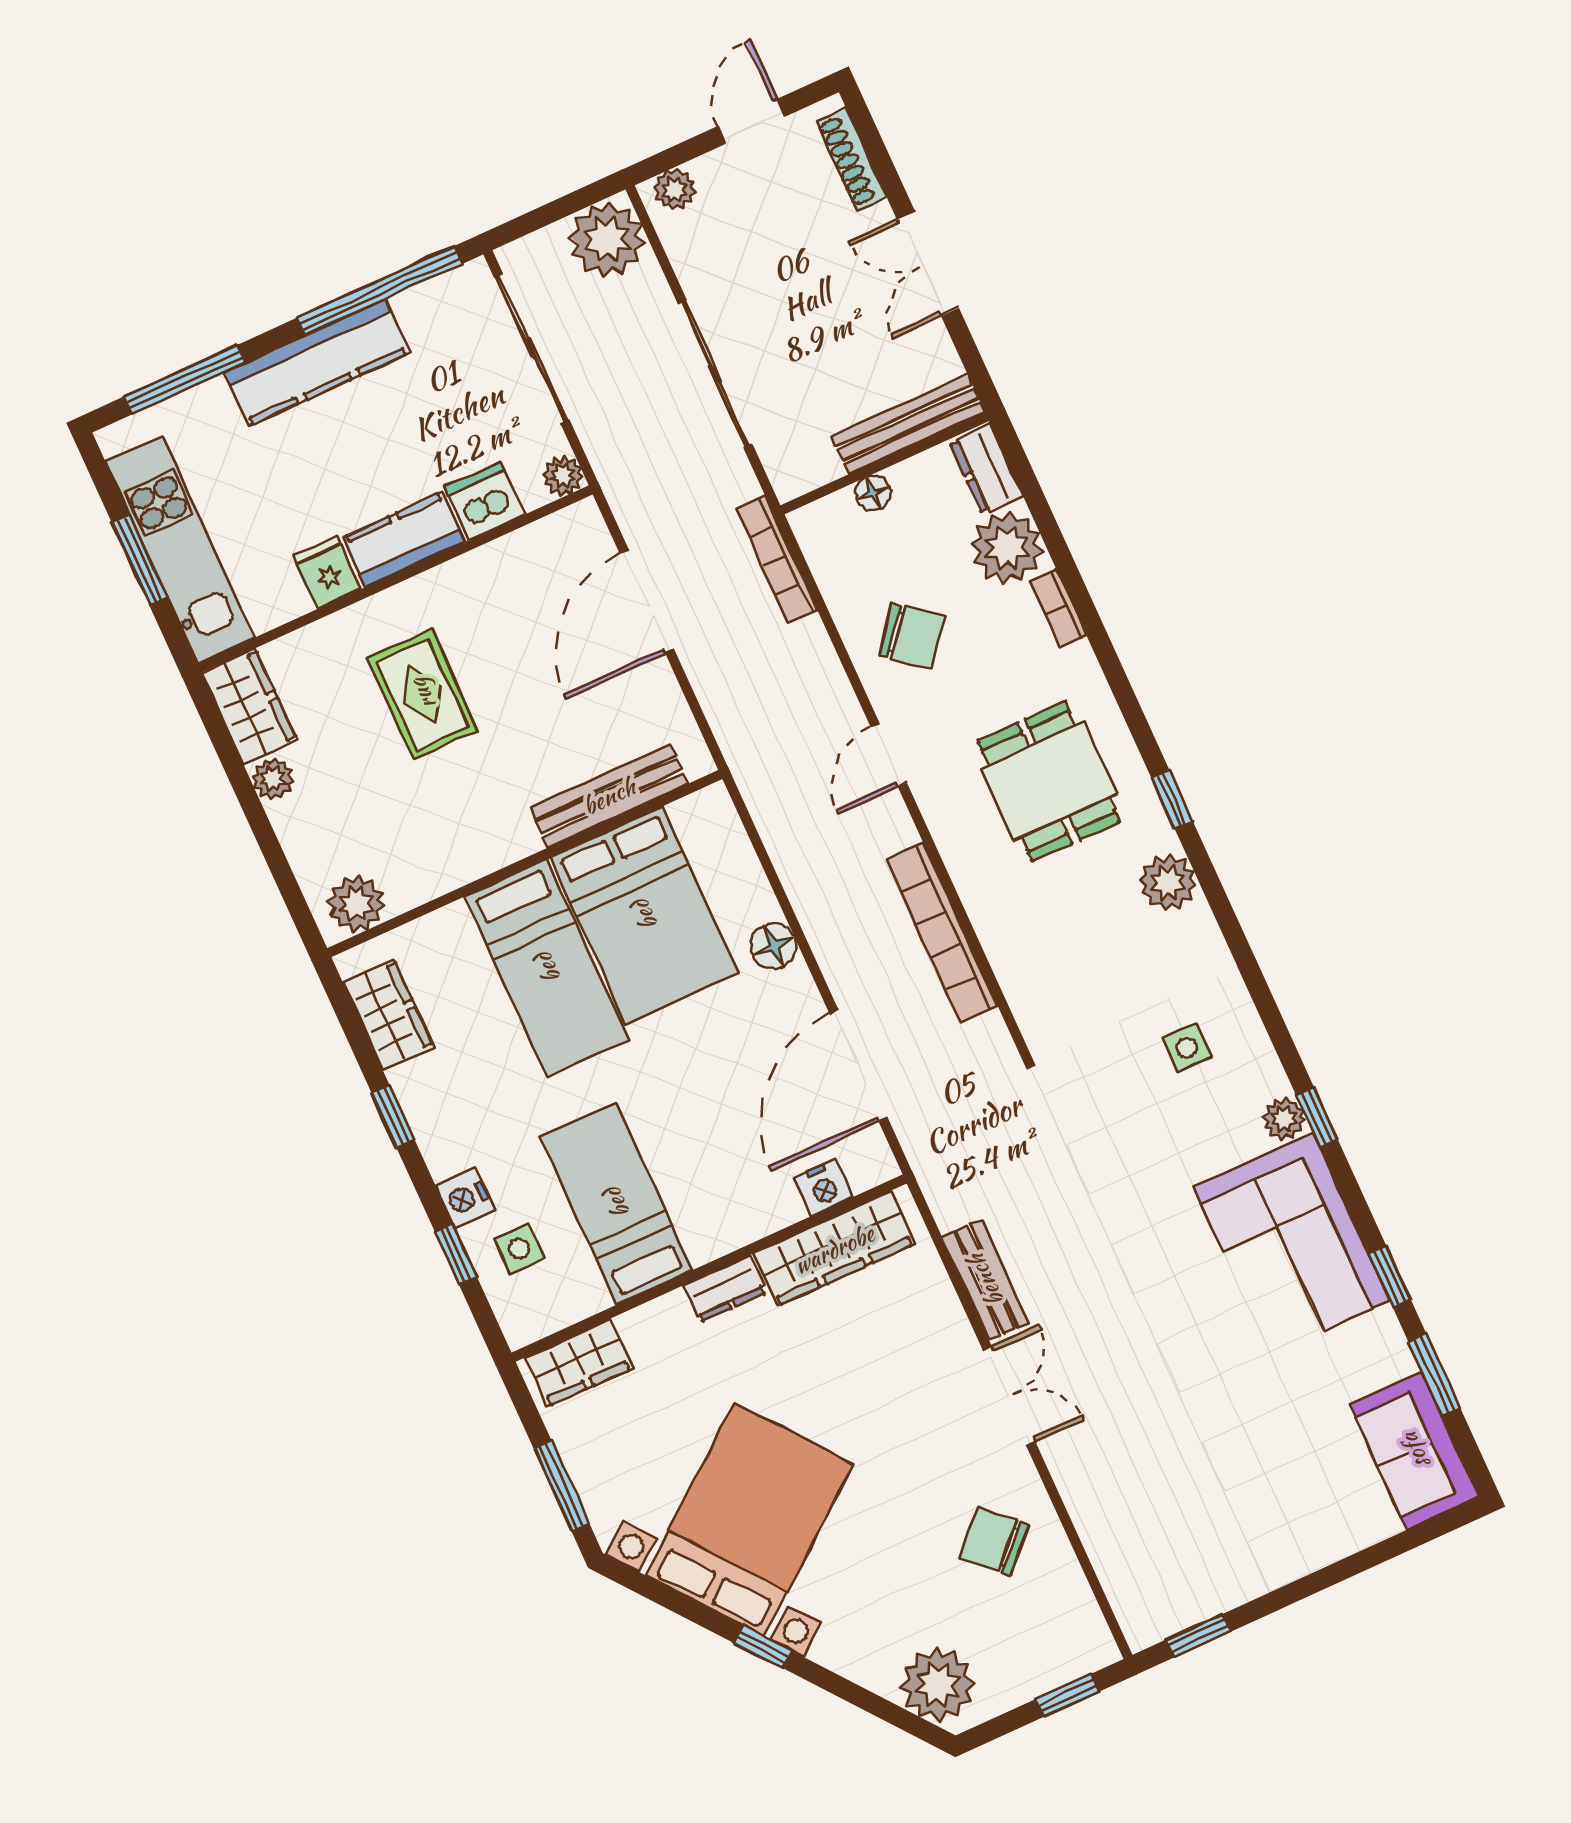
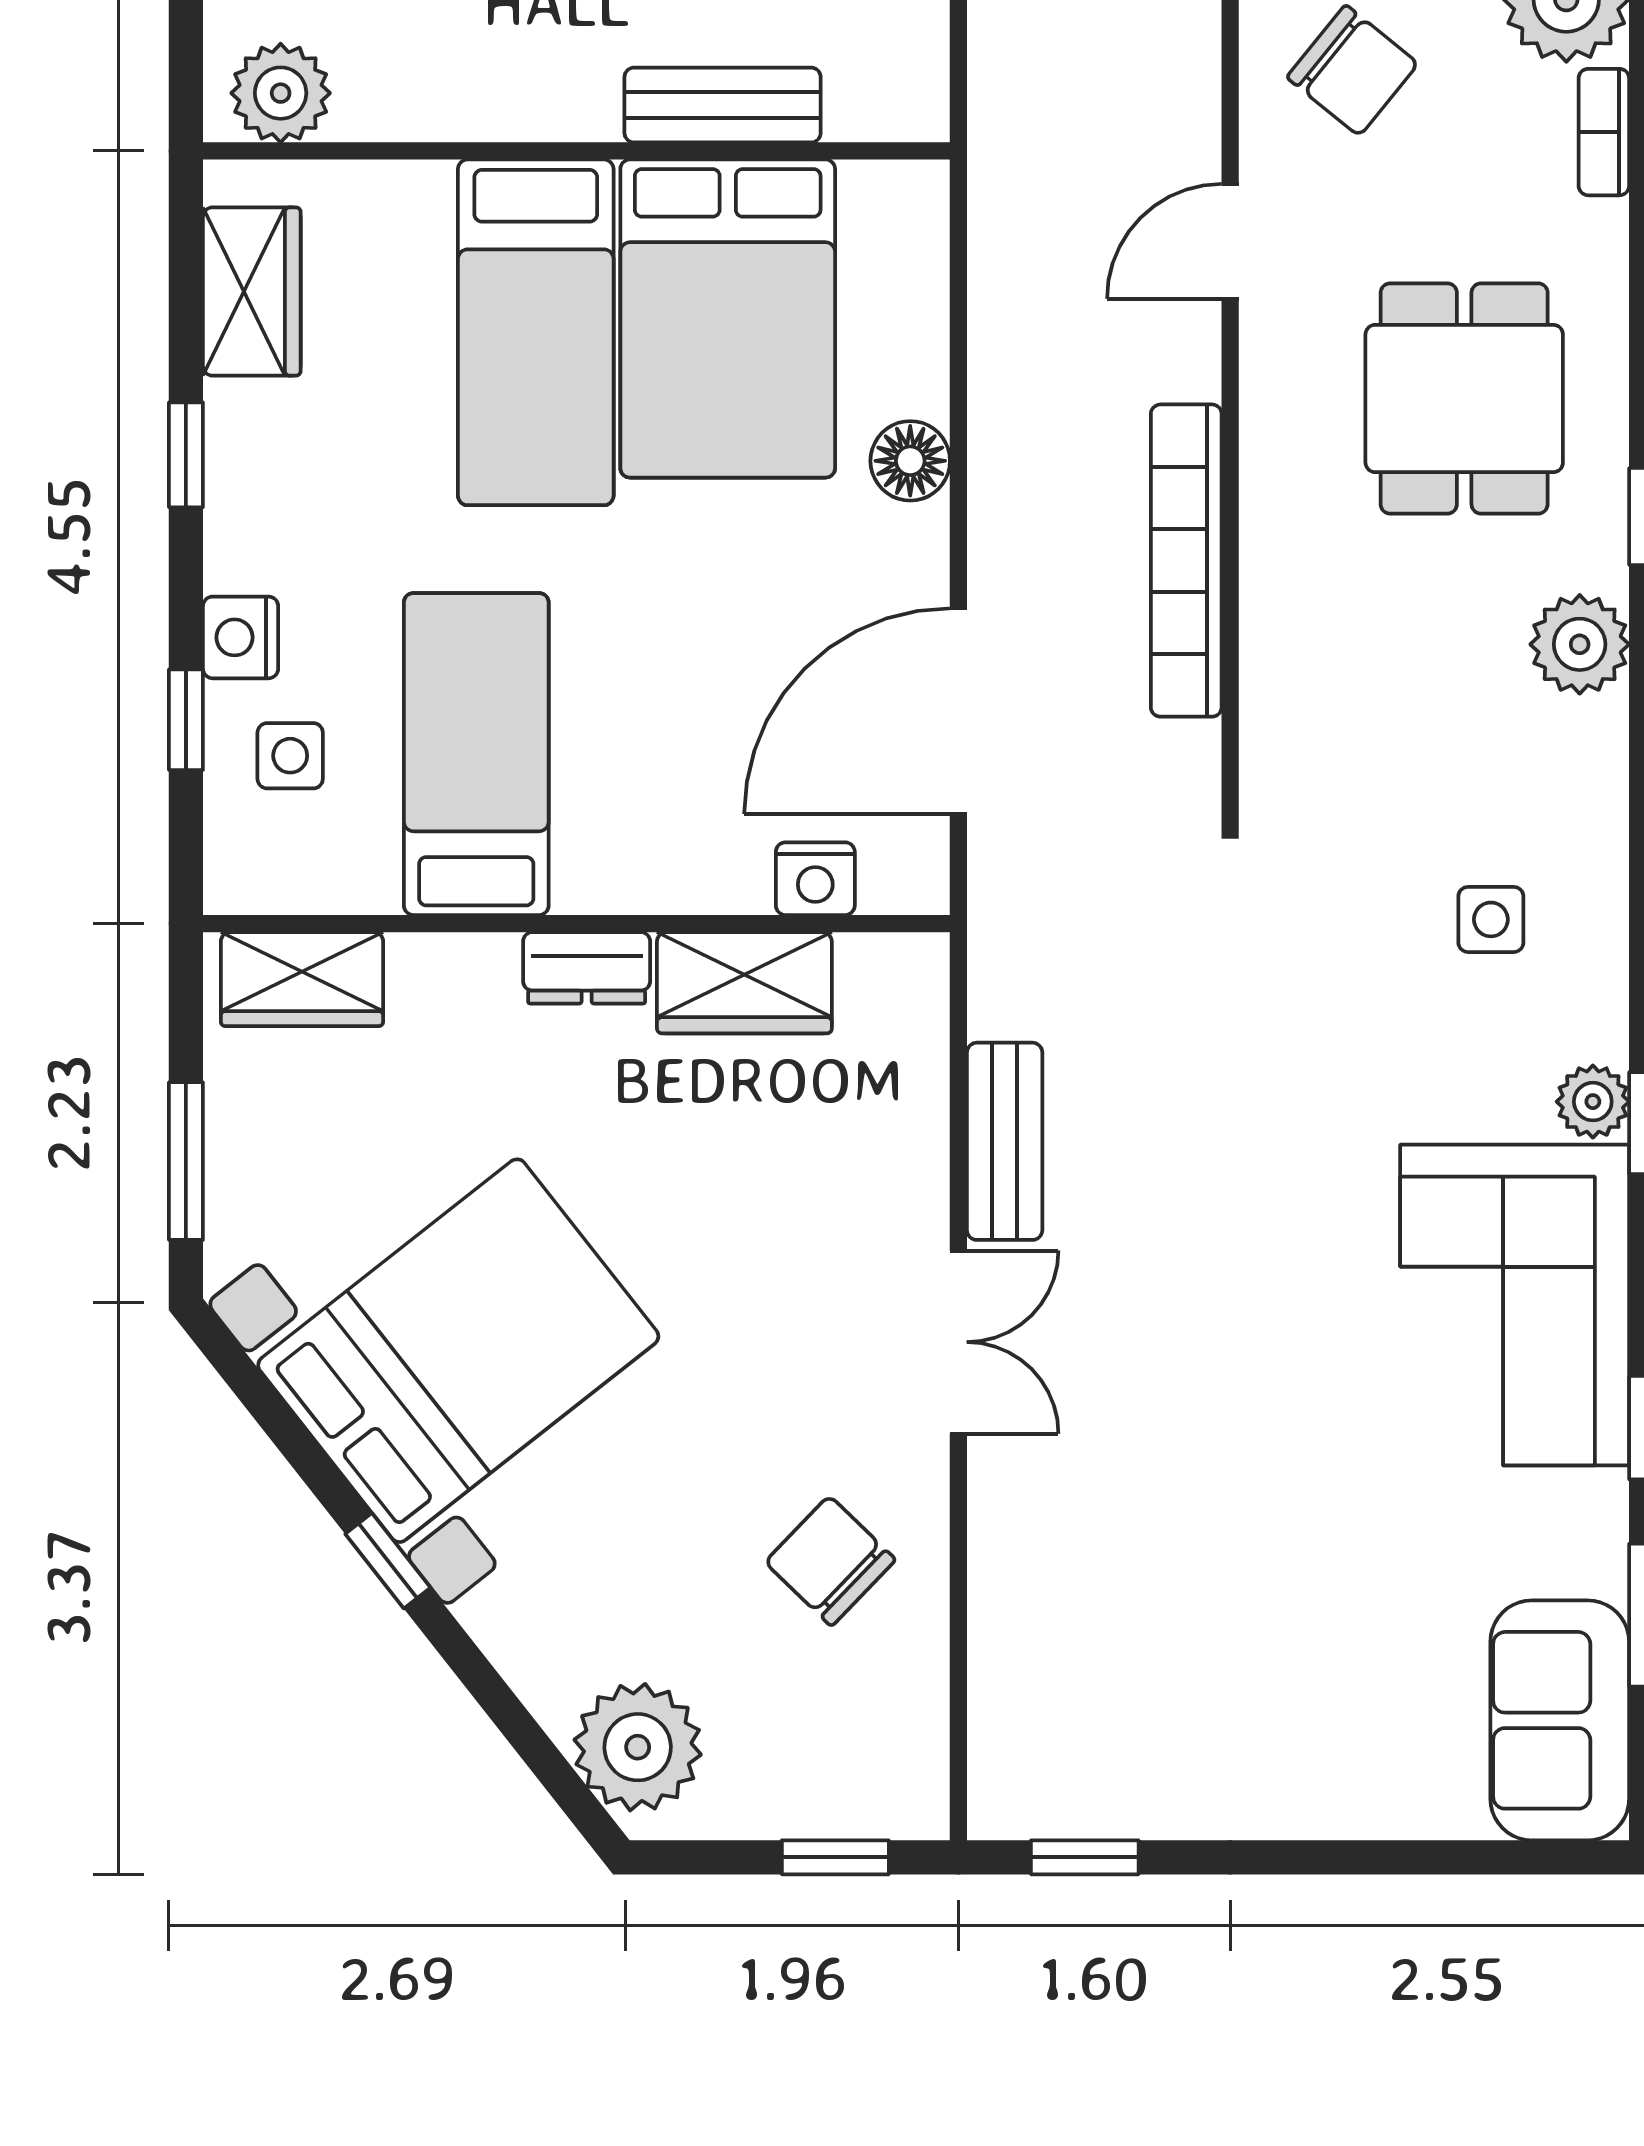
bench: (609, 796) -> (723, 105), width x0.73
wardrobe: (834, 1249) -> (744, 983), width x0.67

